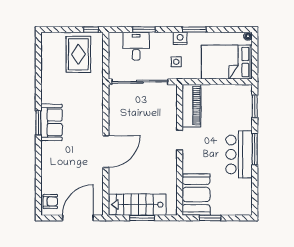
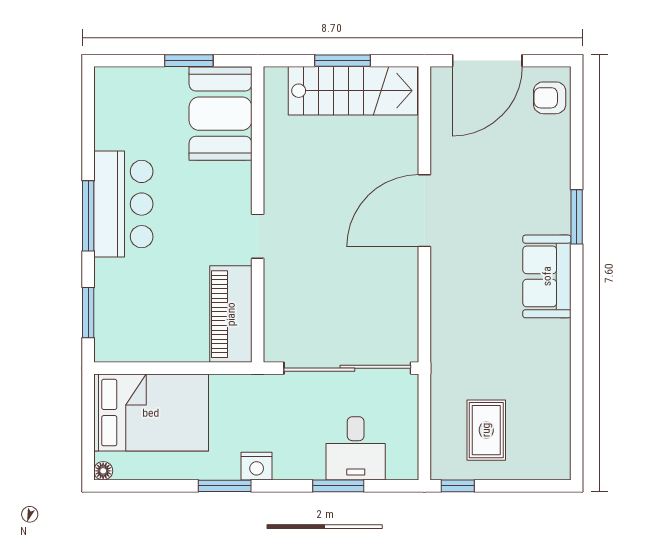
rug: (78, 54) -> (486, 430), width x0.73, depth x0.70
side table: (176, 62) -> (265, 413), removed
window: (38, 123) -> (577, 217), moved

